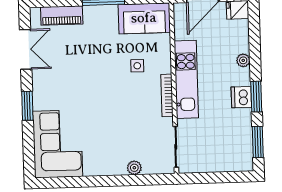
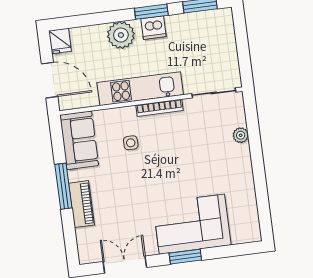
piano: (62, 16) -> (81, 204), moved
plant: (243, 60) -> (121, 35), width x1.87, depth x1.87
corner sofa: (58, 144) -> (192, 224), moved

